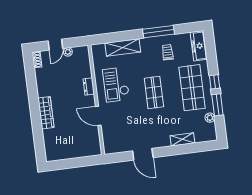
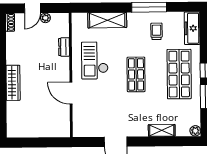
dresser: (89, 86) -> (64, 47), moved
plant: (210, 118) -> (195, 131), moved

